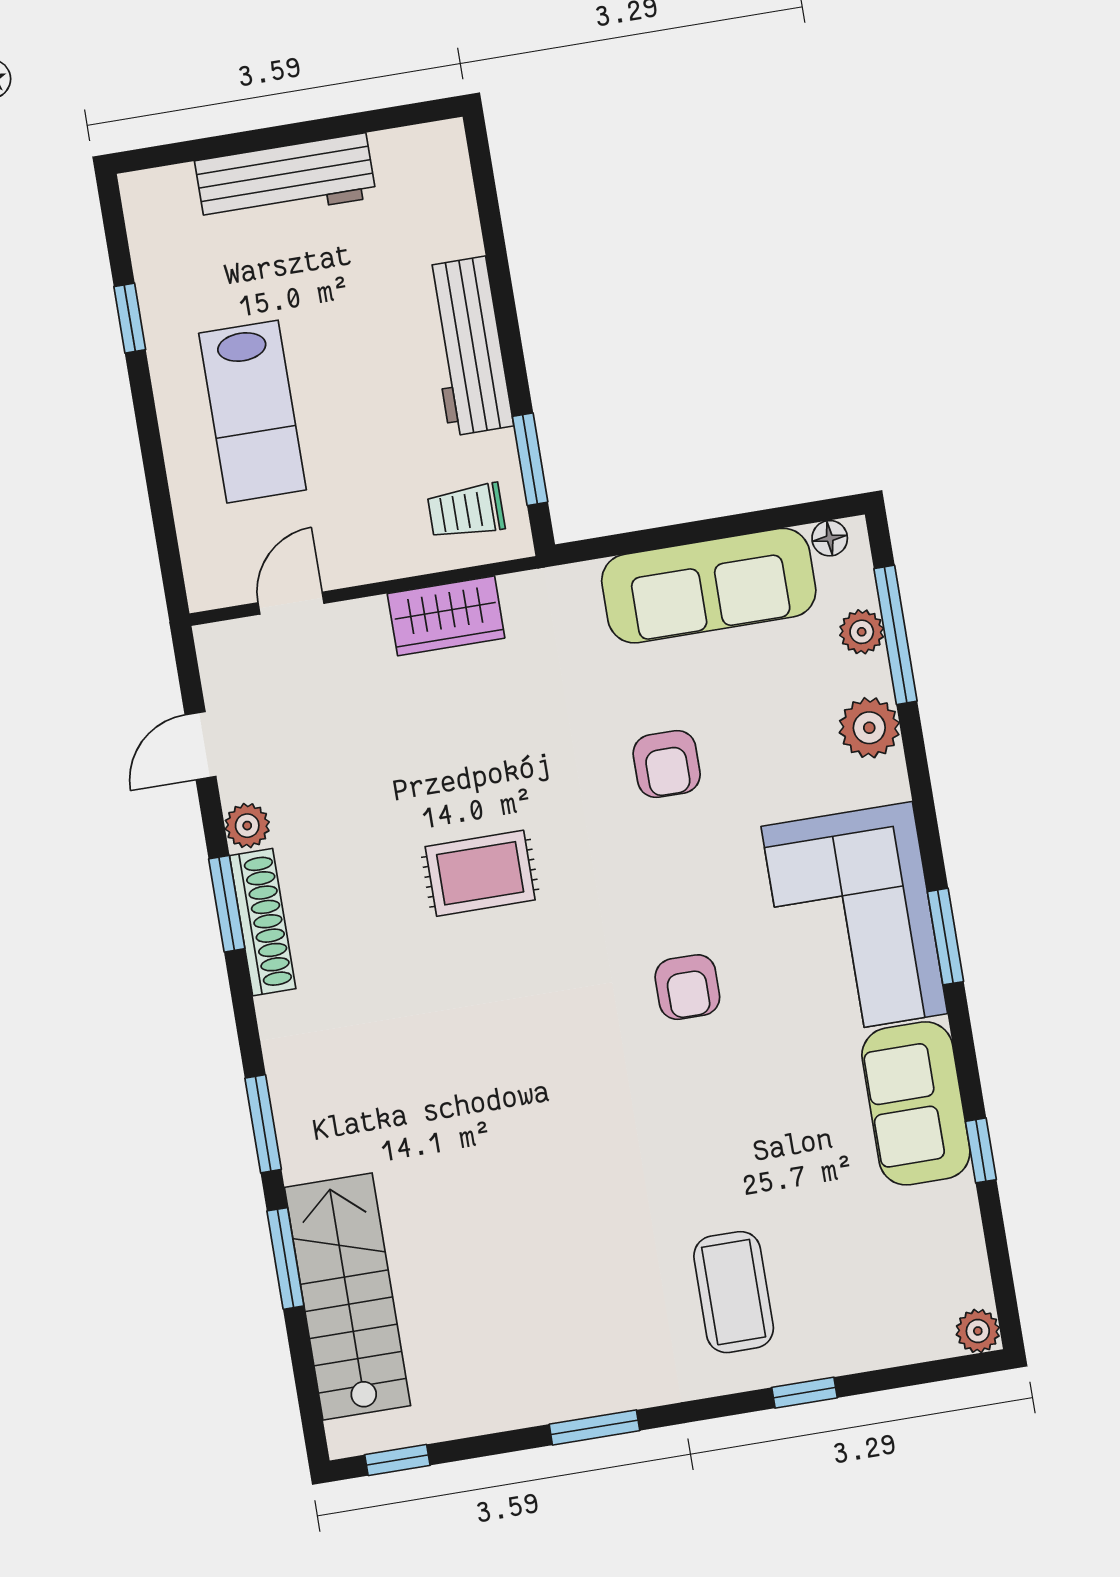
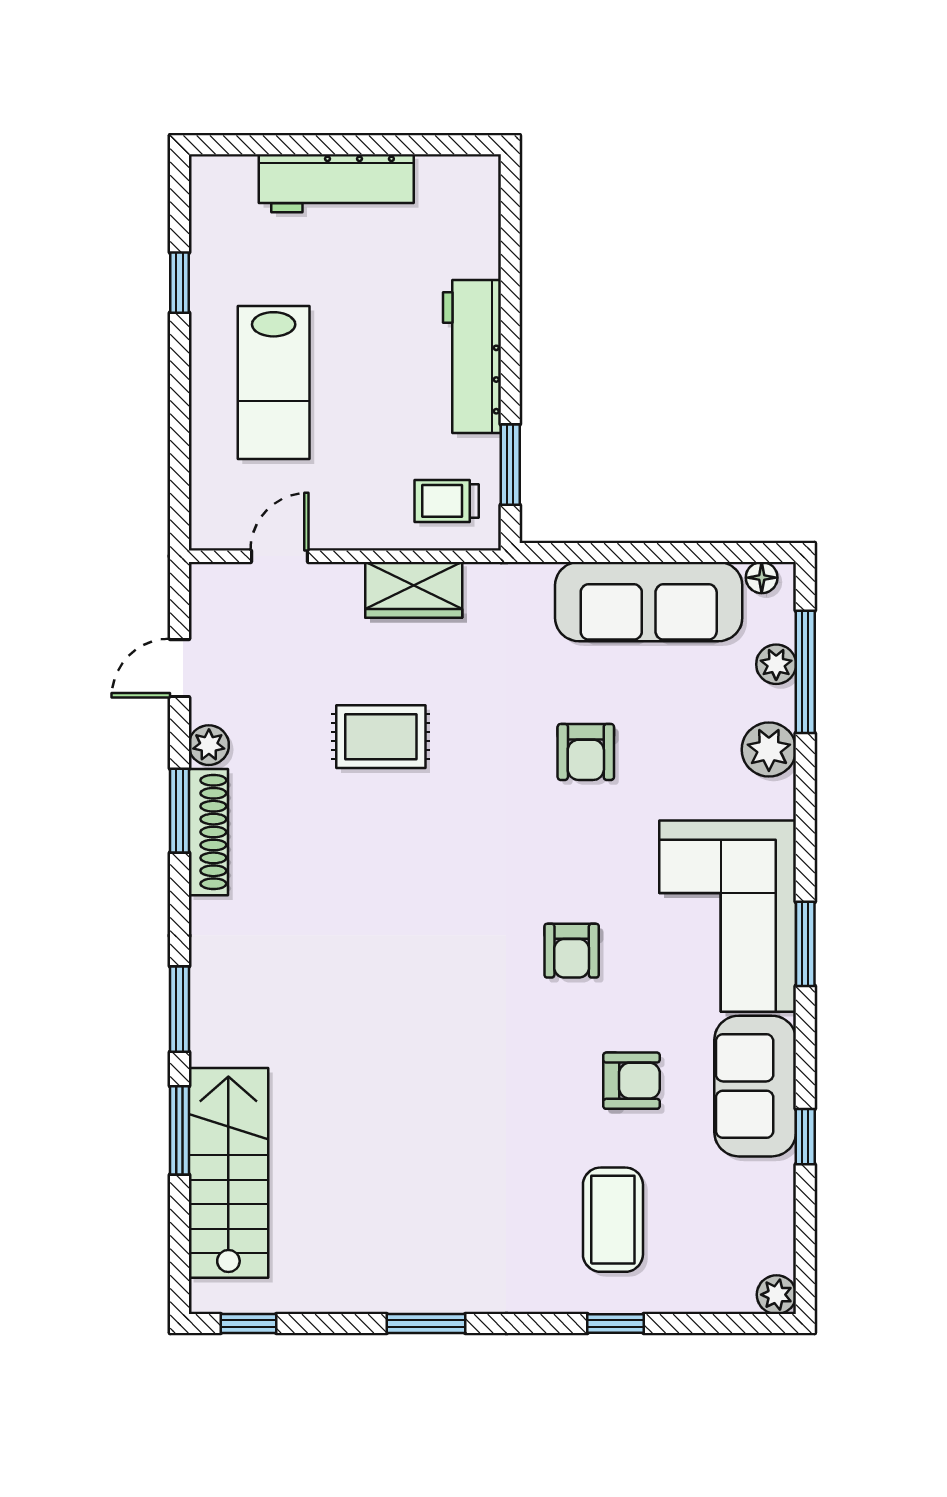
rug: (480, 873) -> (381, 737), moved
armchair: (778, 1120) -> (632, 1081), added
coffee table: (734, 1292) -> (613, 1220), moved

